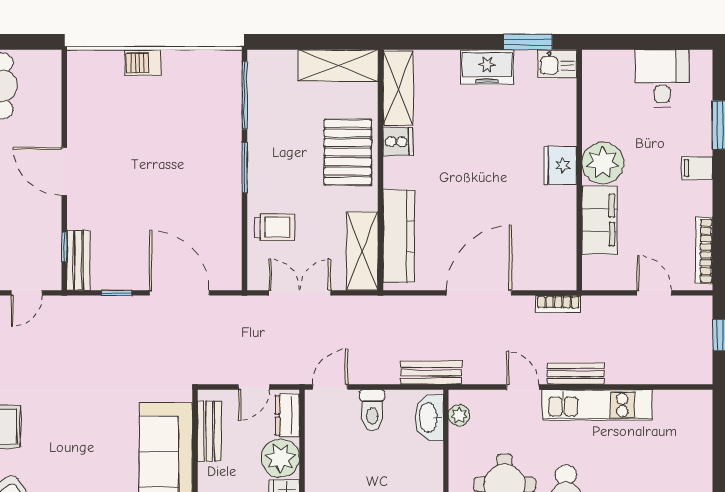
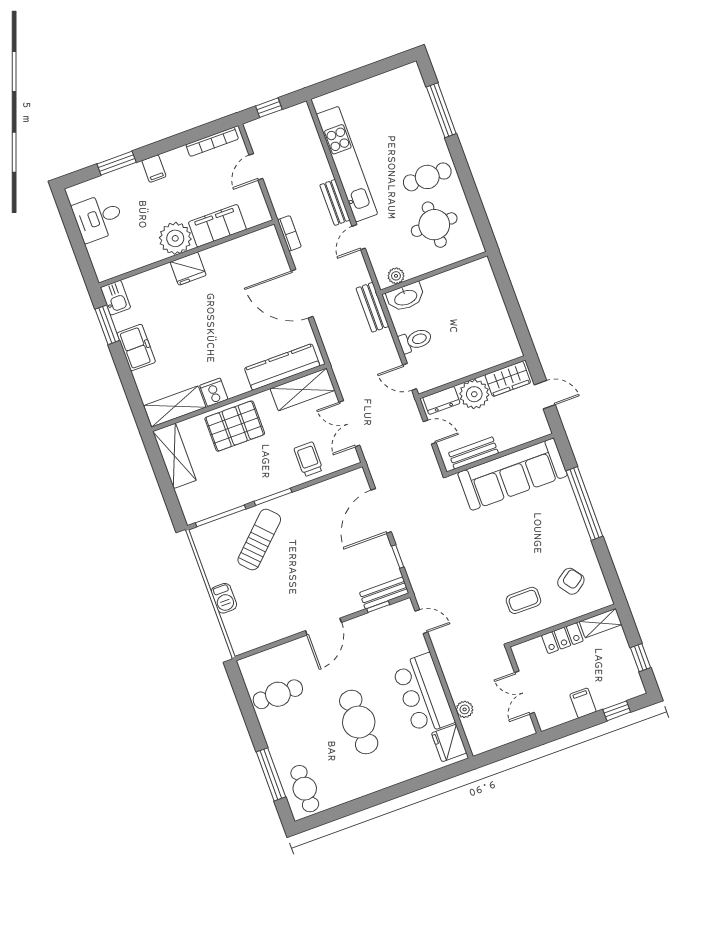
sun lounger: (199, 132) -> (259, 540), added
kitchen unit: (597, 405) -> (347, 164), width x1.36

